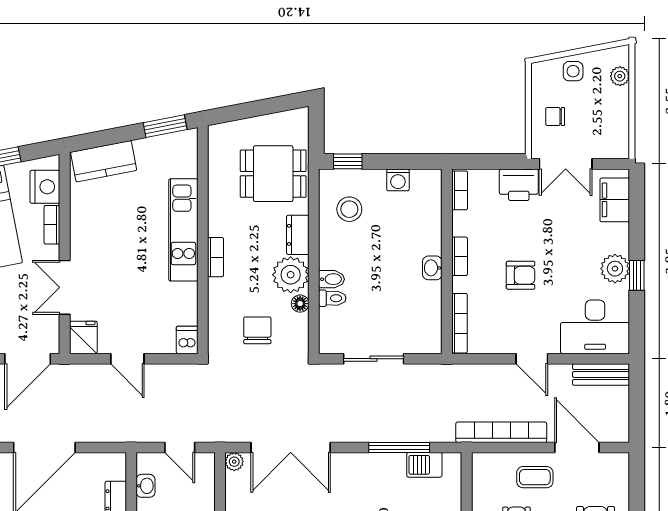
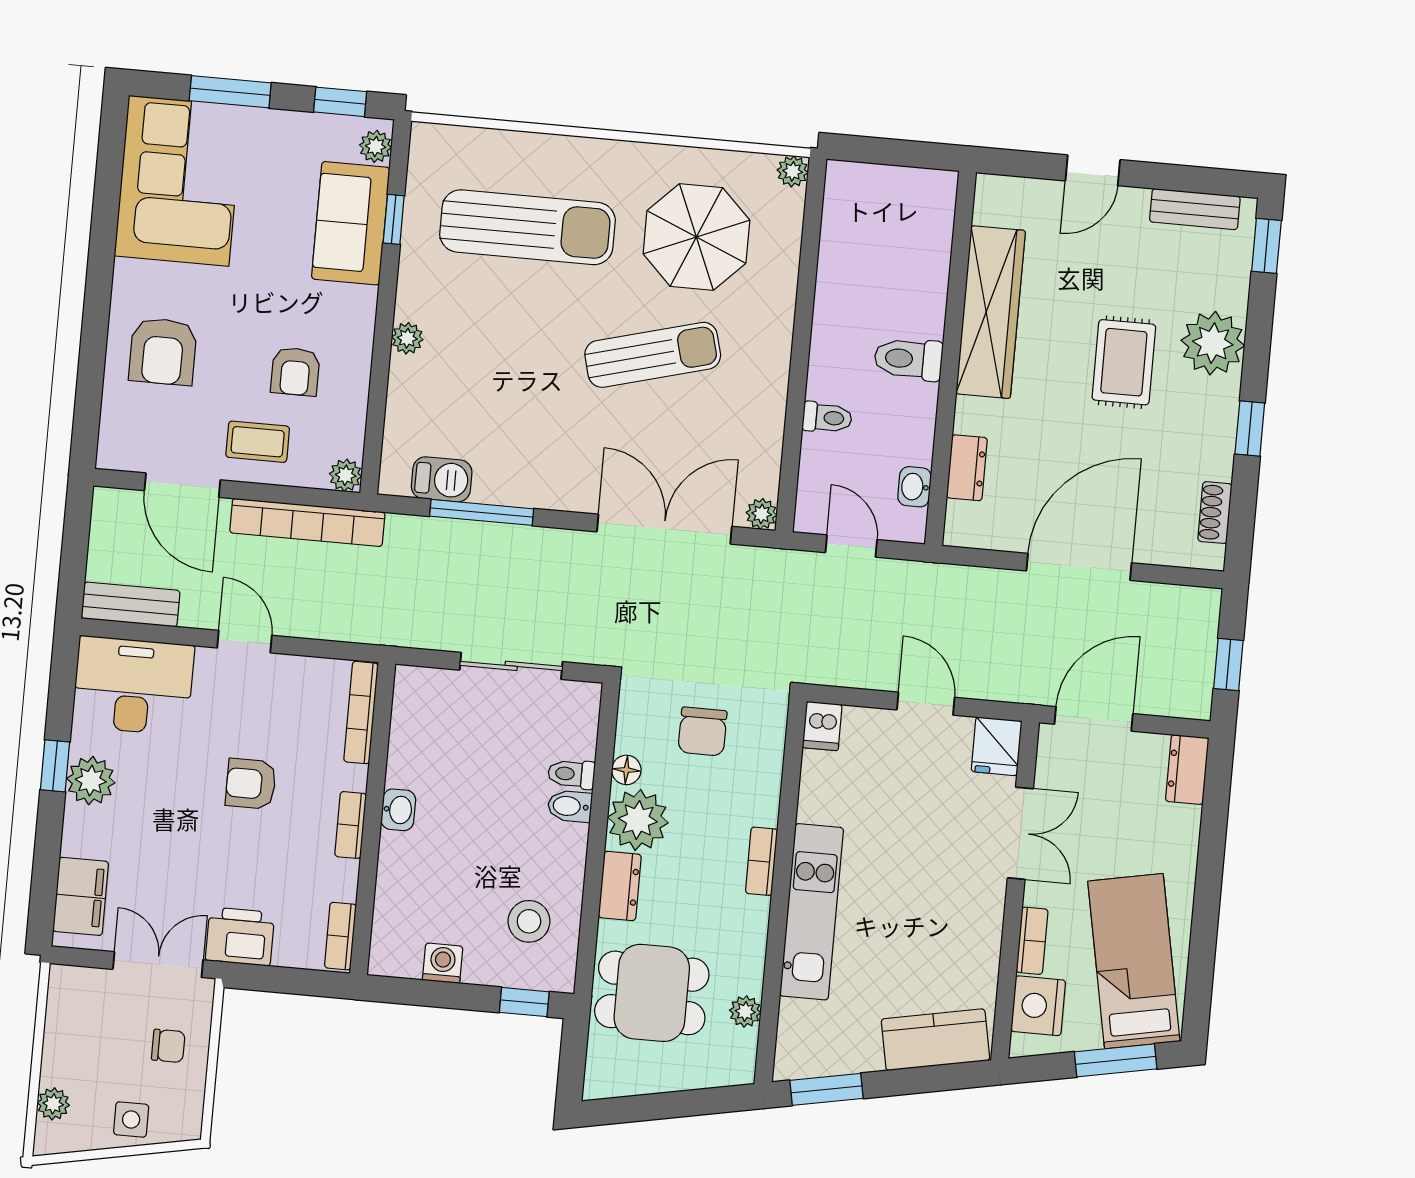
plant: (217, 168) -> (745, 1011), added
plant: (481, 462) -> (346, 475), added

